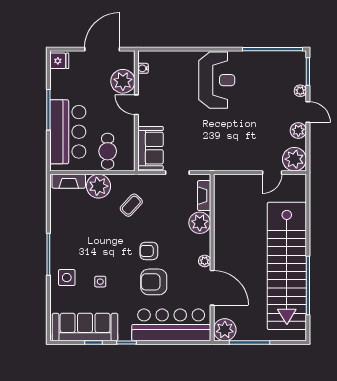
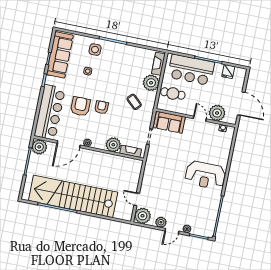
fridge: (59, 61) -> (228, 72), moved
door: (136, 105) -> (200, 119), hinge flipped

